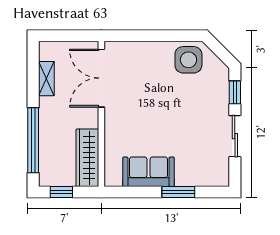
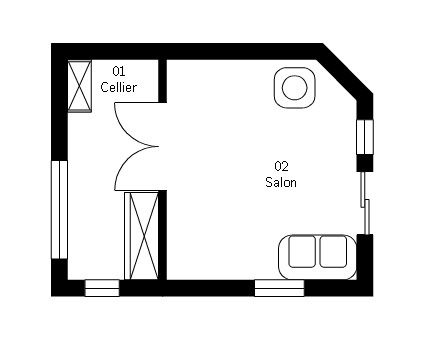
double door: (101, 78) -> (163, 147), moved
shelving: (46, 79) -> (79, 86), moved
sofa: (148, 172) -> (318, 257), moved

